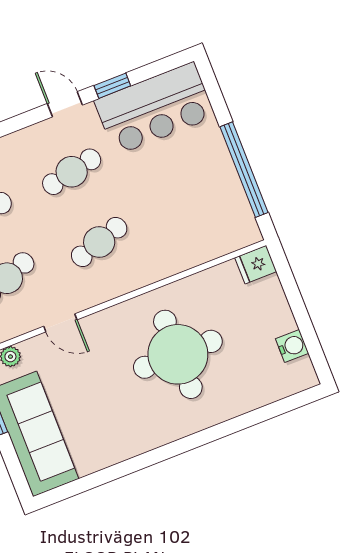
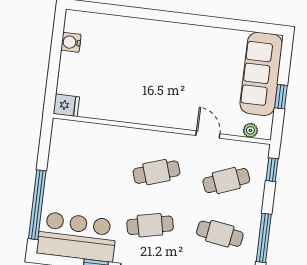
window: (244, 170) -> (37, 205), moved
round table: (178, 354) -> (145, 75), removed

